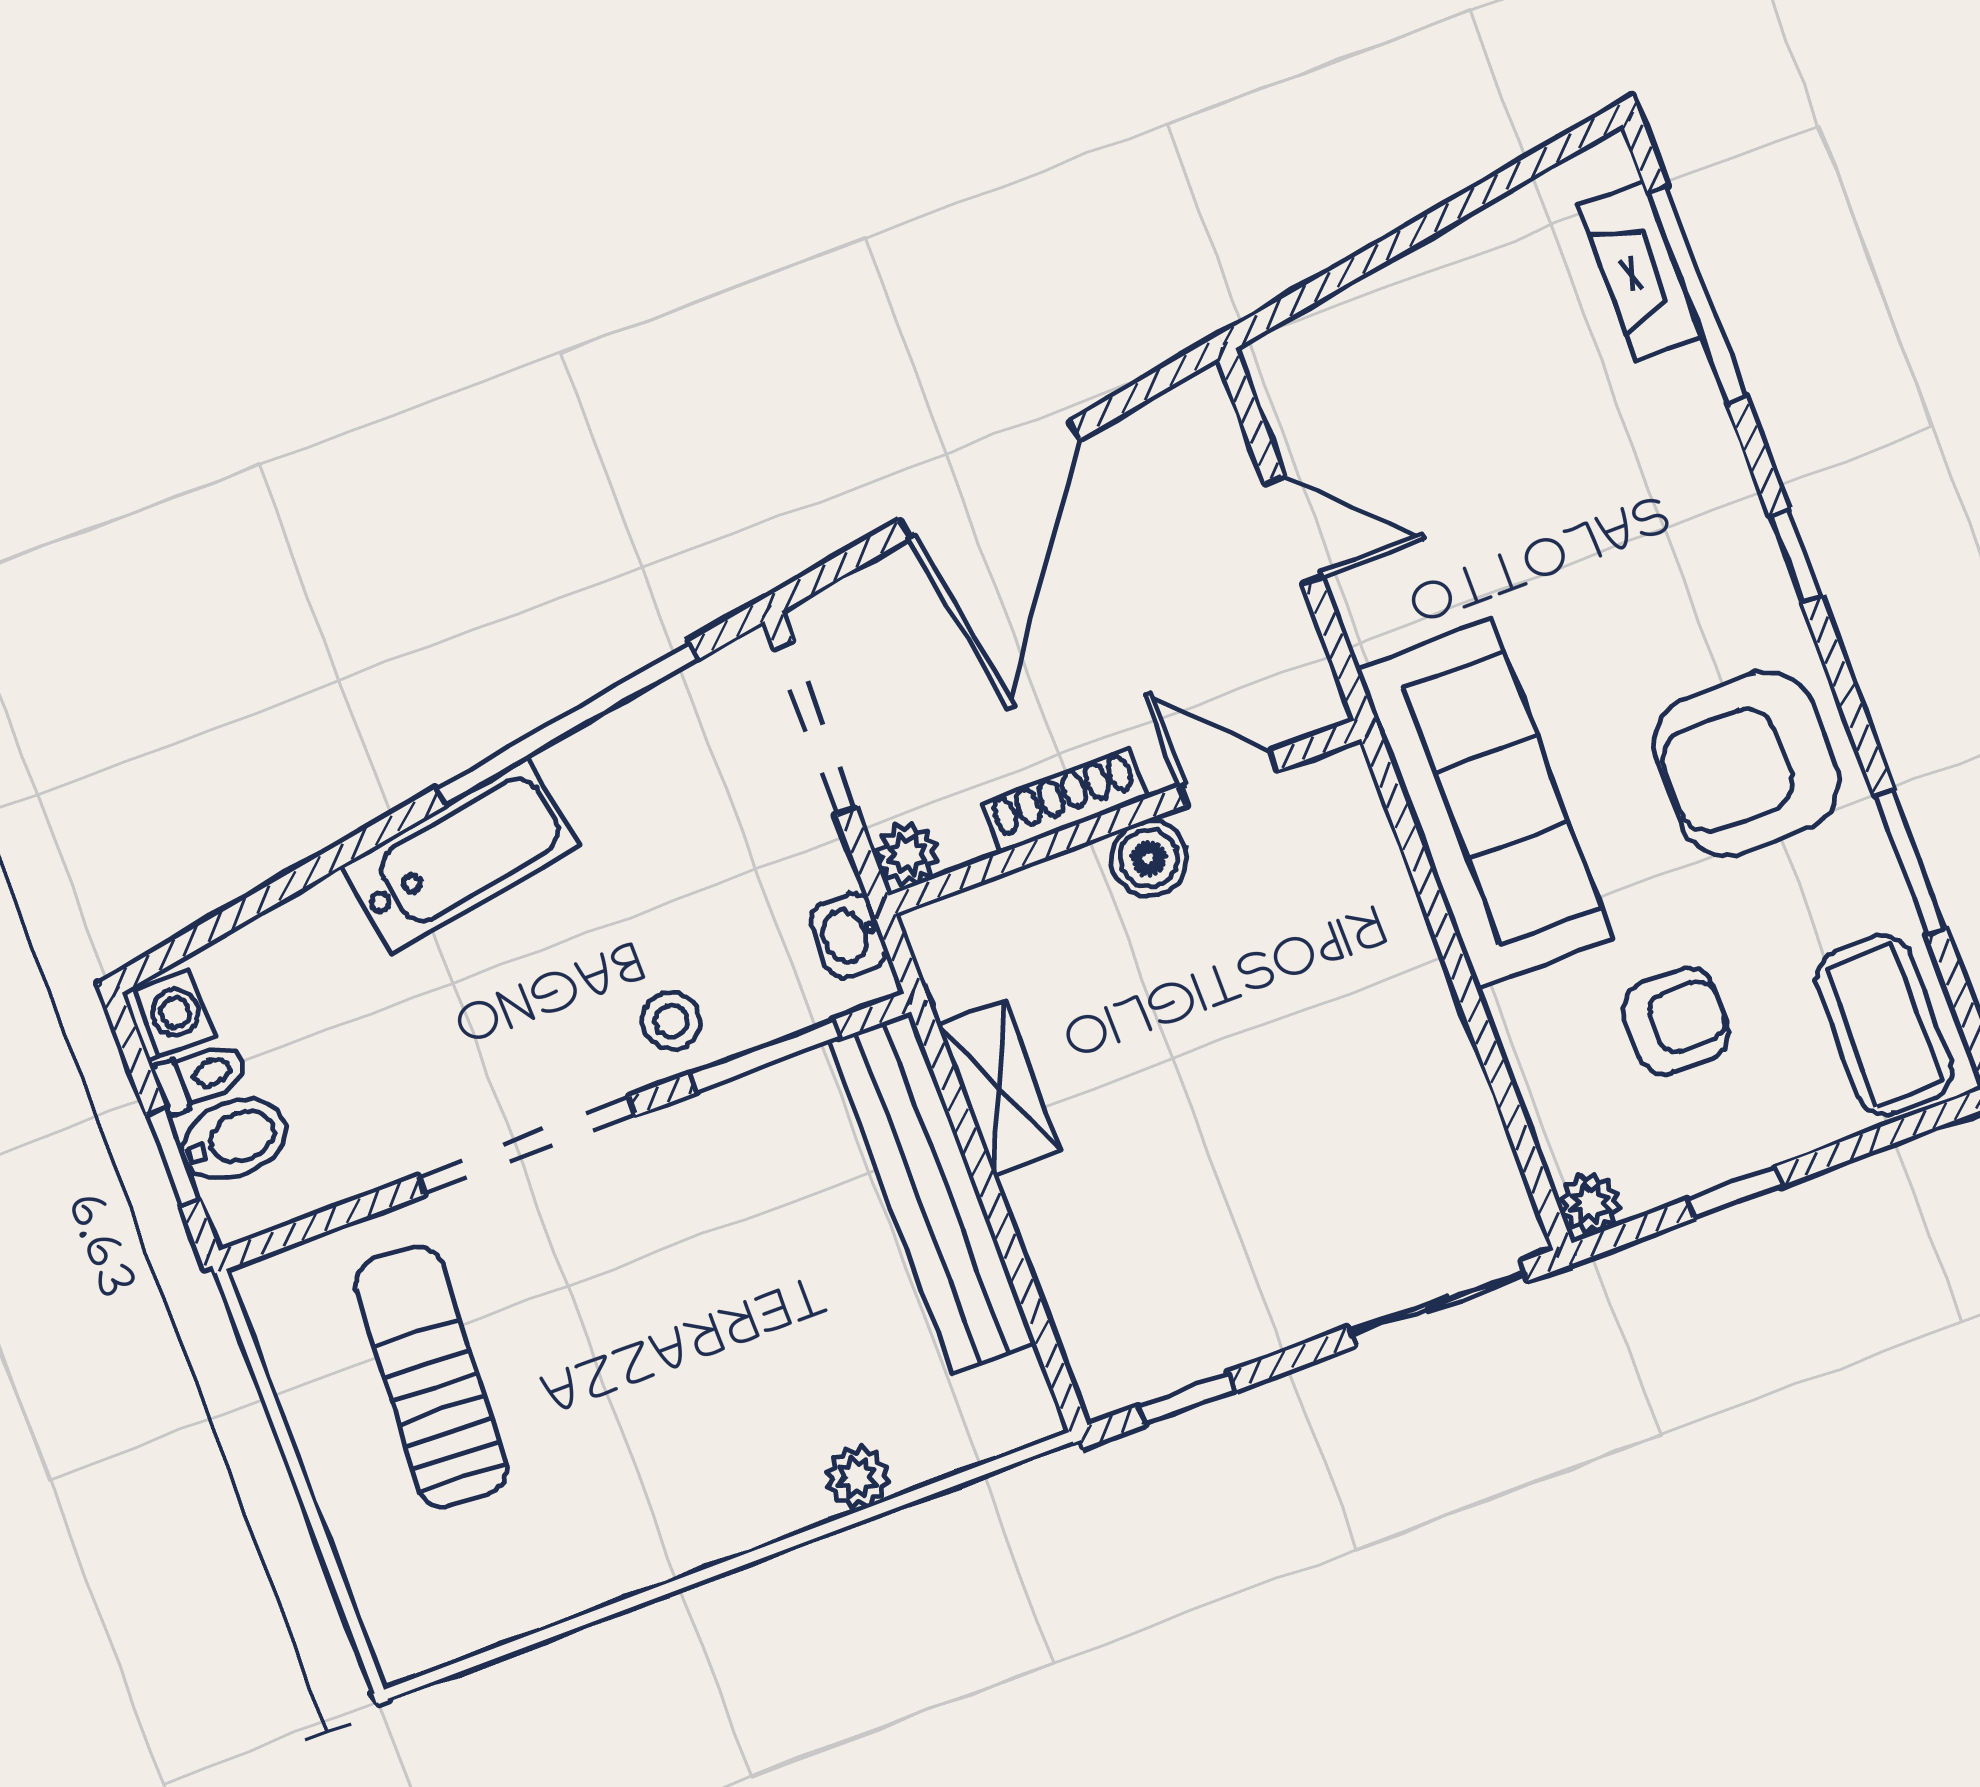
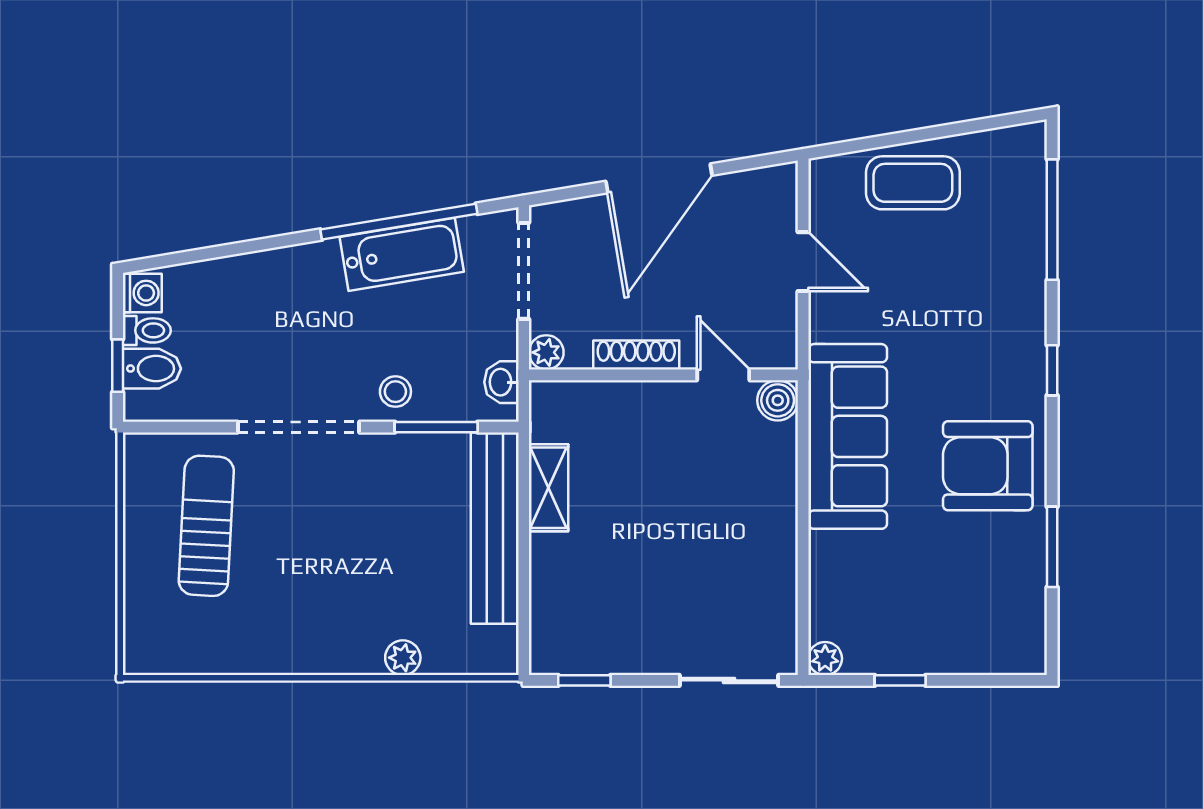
fireplace: (1640, 272) -> (1028, 197), removed
bathtub: (460, 856) -> (402, 254), moved
boiler: (1149, 859) -> (778, 400), moved
armchair: (1676, 1021) -> (903, 582), removed
coffee table: (1884, 1025) -> (913, 183), moved, turned 90

